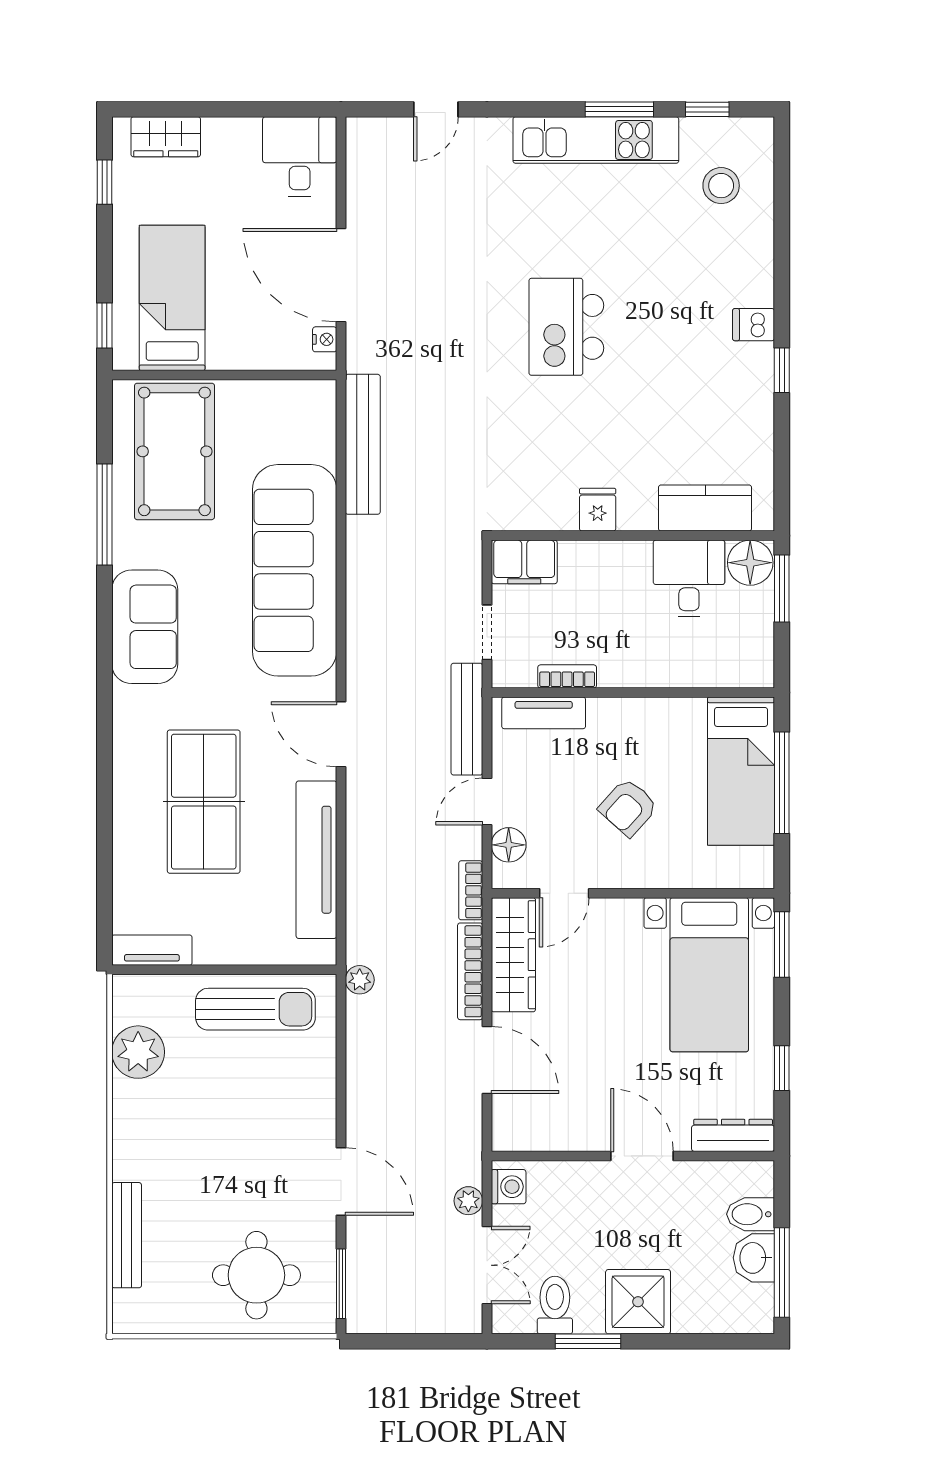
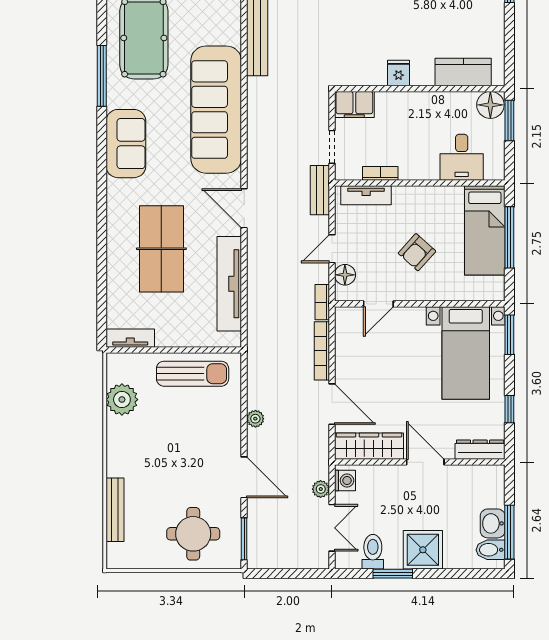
desk: (689, 578) -> (462, 157), moved, turned 180
bench: (467, 719) -> (320, 190), width x0.73
wardrobe: (513, 955) -> (369, 446), moved, turned -90
plant: (360, 980) -> (255, 419), moved
bidet: (750, 1214) -> (491, 550), moved

